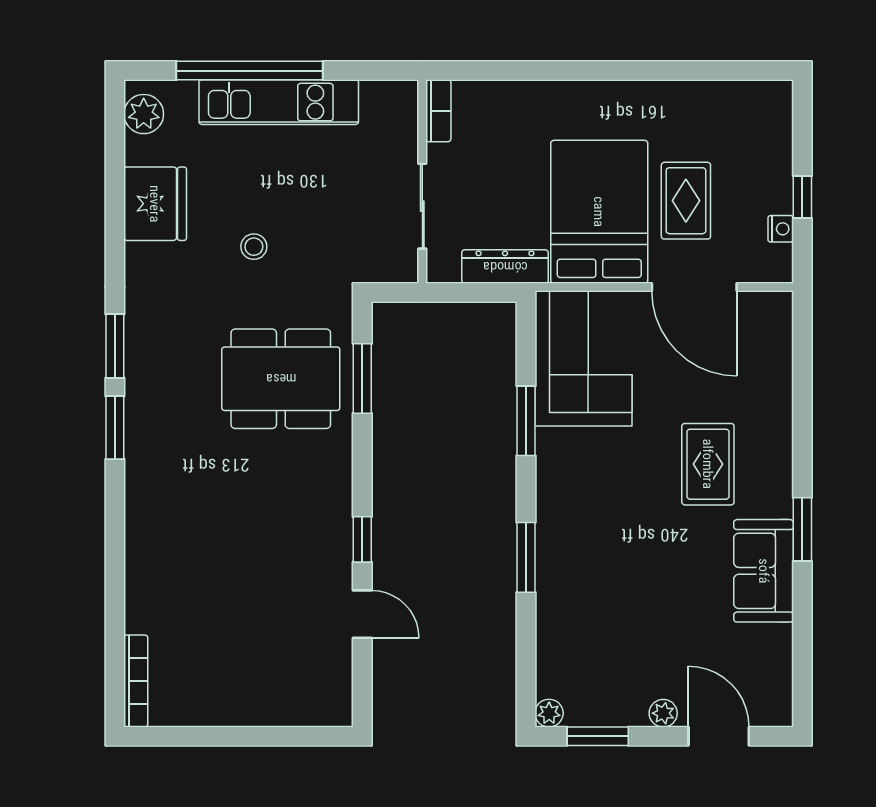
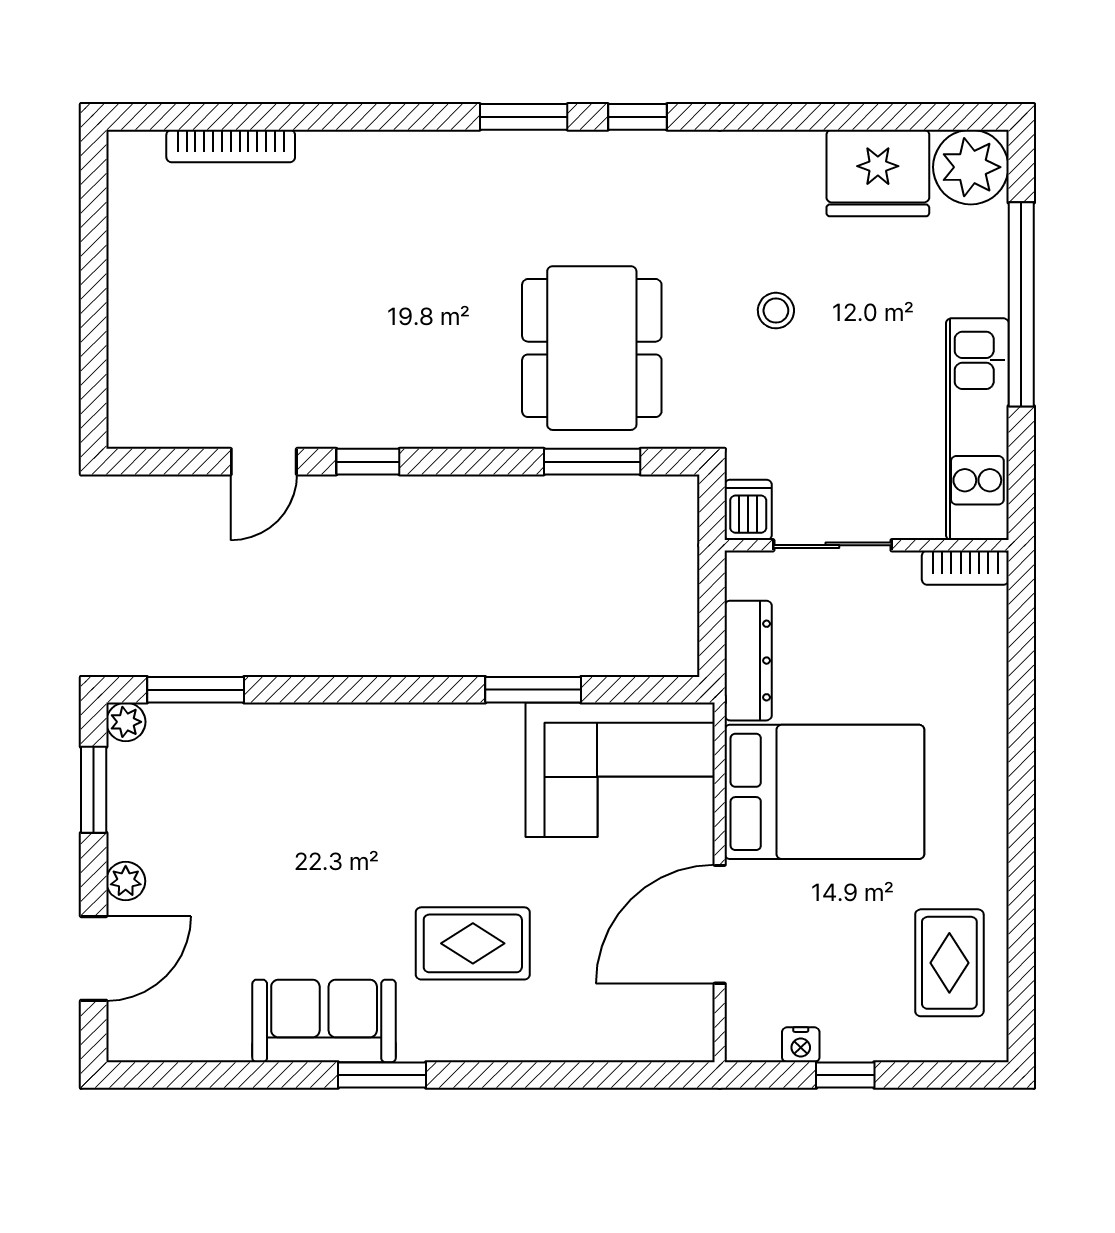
kitchen unit: (279, 102) -> (977, 429), moved
plant: (144, 114) -> (971, 167), width x1.36, depth x1.36
rug: (686, 201) -> (949, 963), moved, turned 90
fridge: (155, 204) -> (878, 173), moved
dishwasher: (397, 266) -> (748, 510), added
window: (115, 346) -> (637, 117), width x0.67
window: (526, 557) -> (196, 690), moved
bookcase: (136, 681) -> (231, 146), moved

